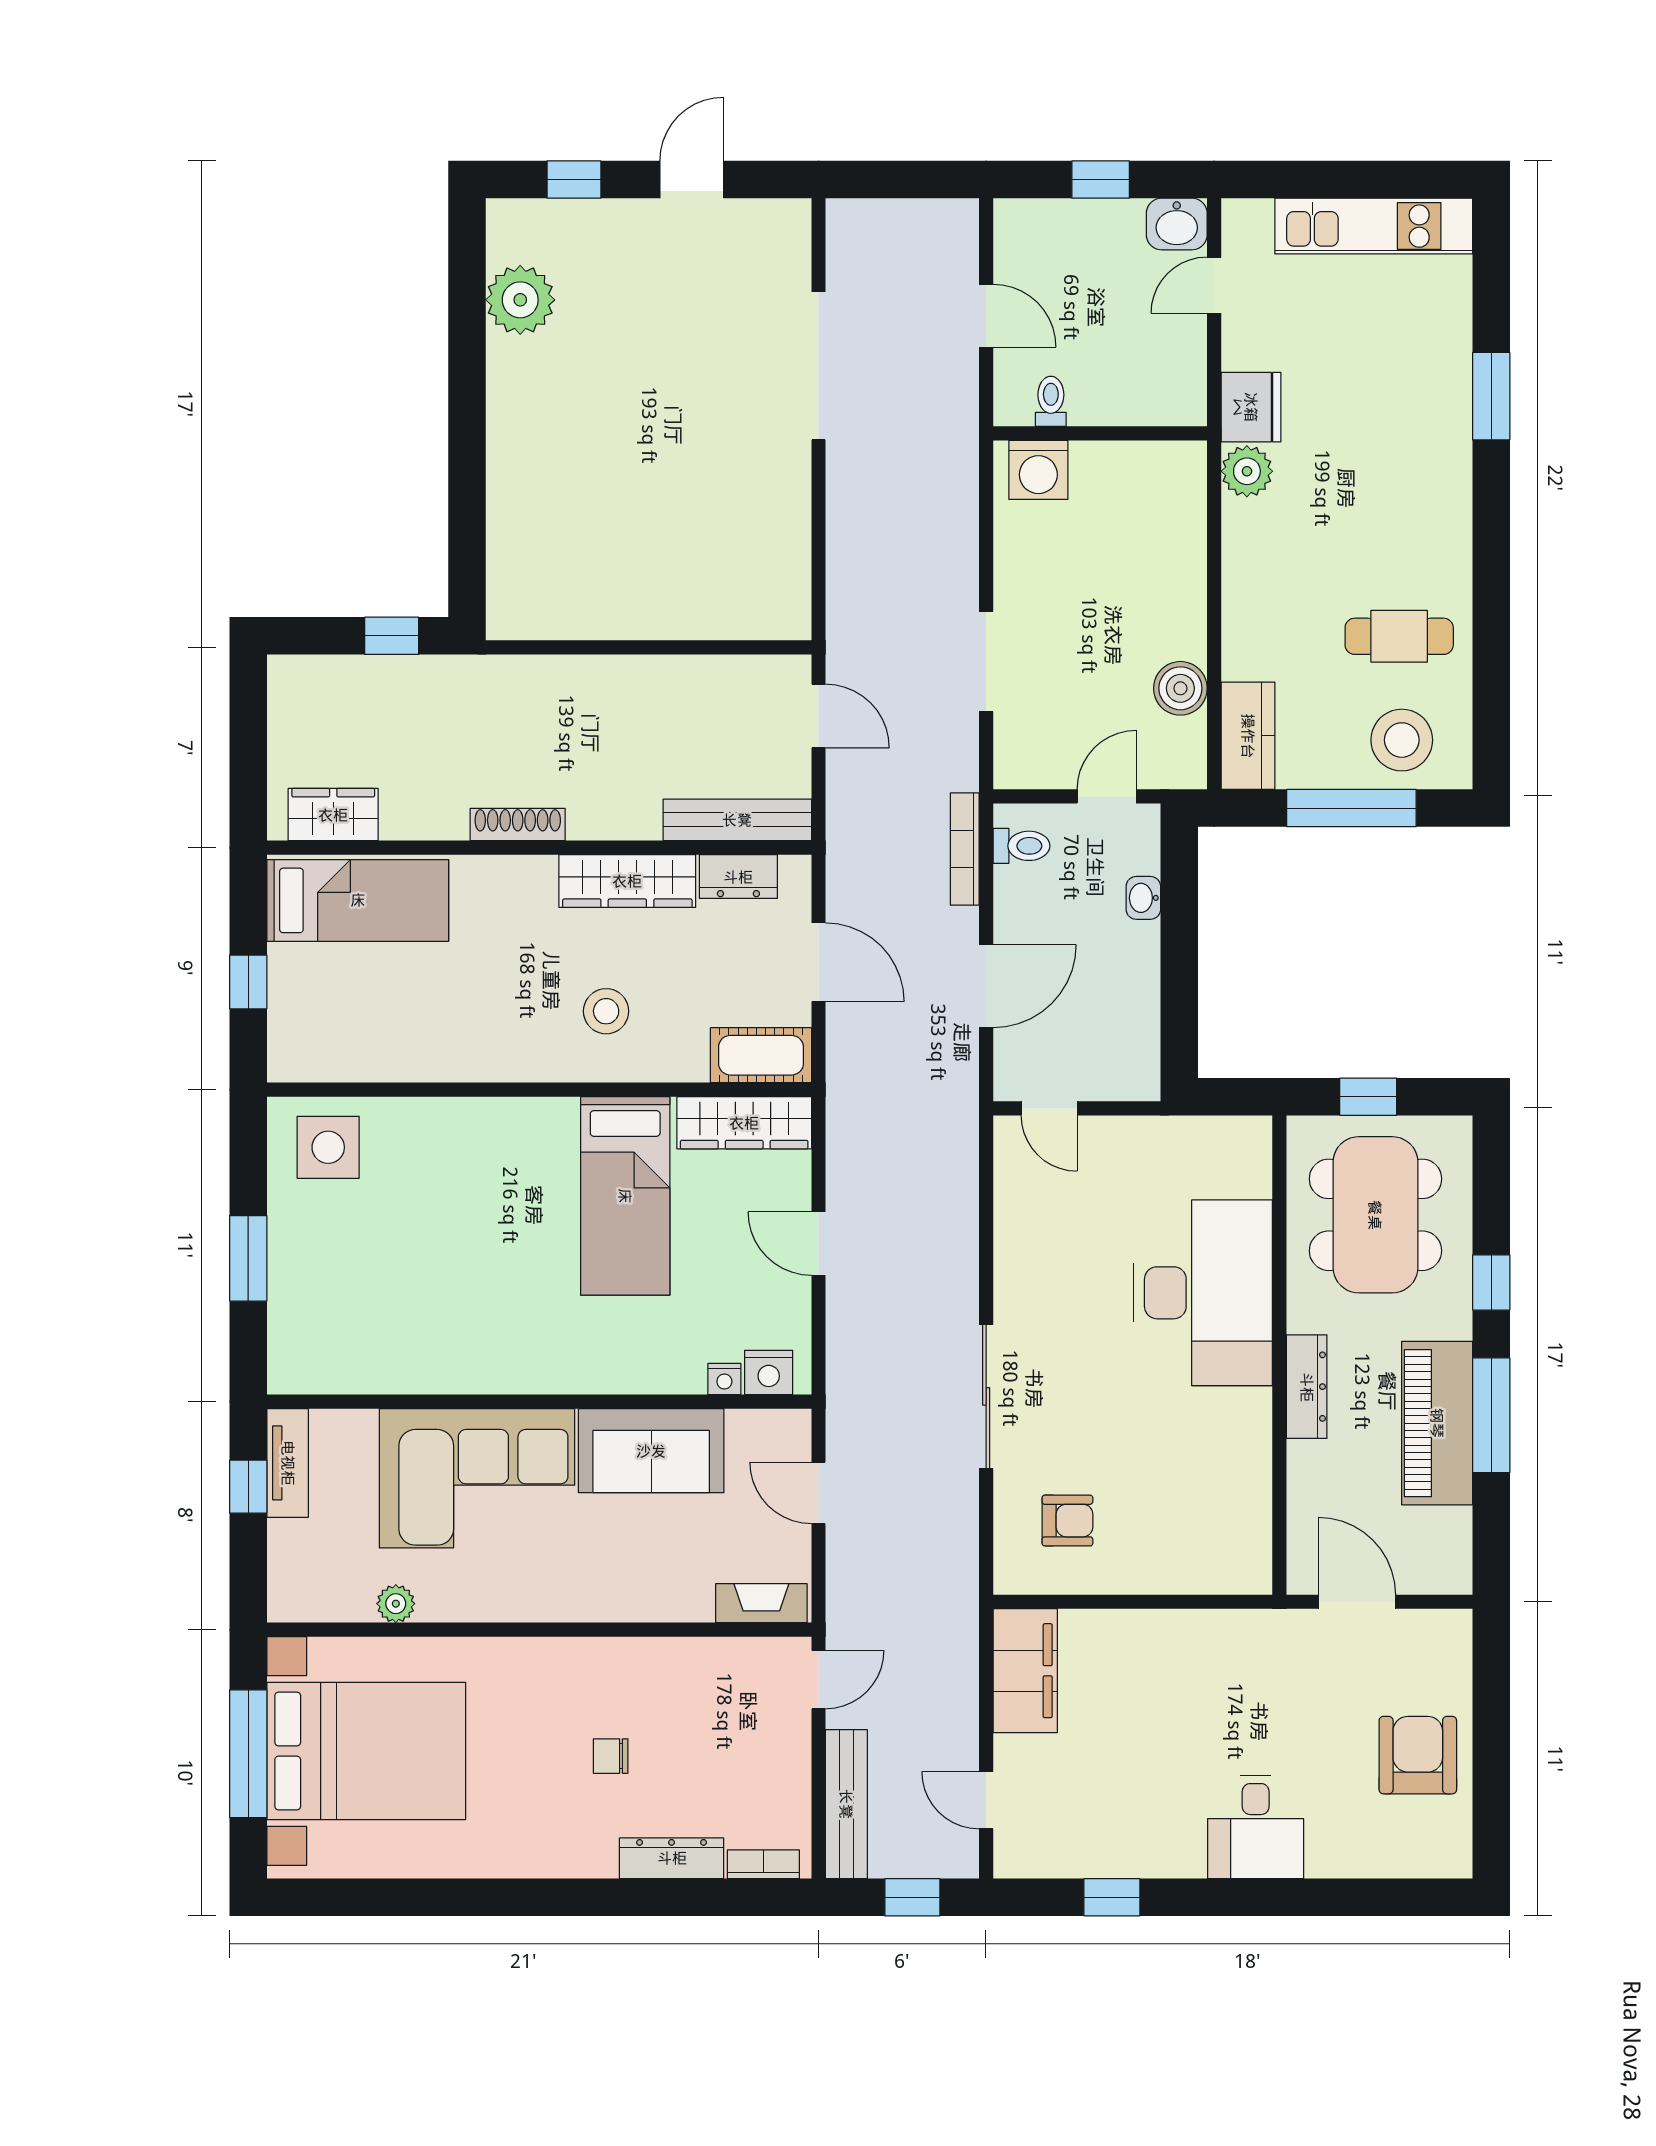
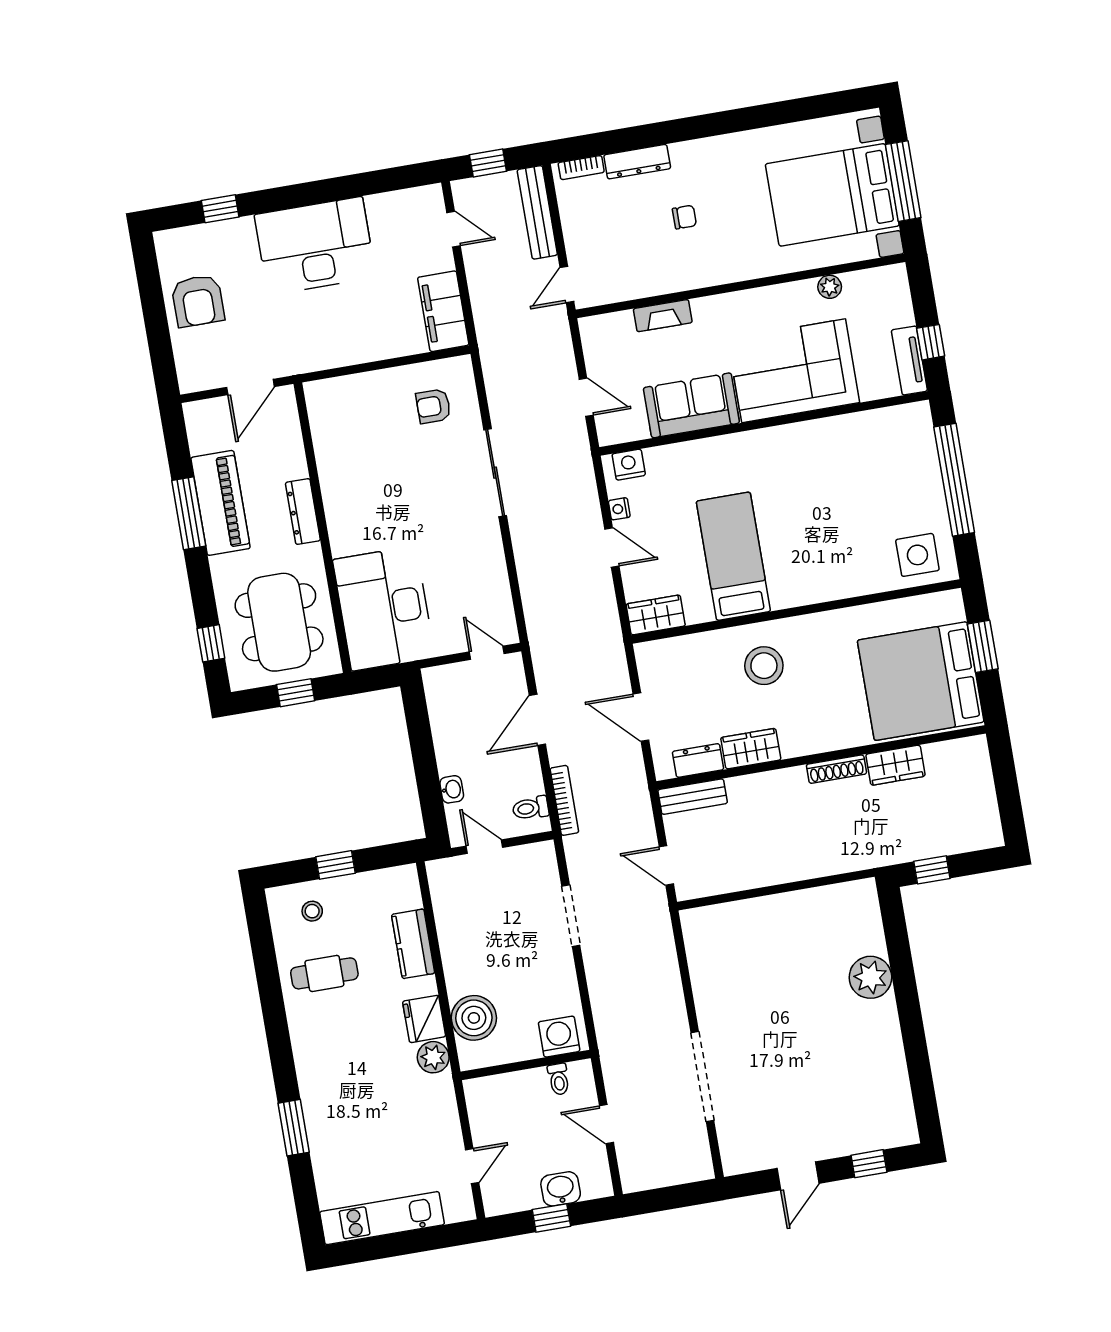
washbasin: (1177, 224) -> (561, 1189), moved
plant: (520, 300) -> (870, 977), moved
fridge: (1251, 407) -> (424, 1019), moved
boiler: (1180, 688) -> (474, 1018), moved, width x1.37, depth x1.37
kitchen counter: (1248, 736) -> (413, 944), moved
stool: (1402, 740) -> (312, 911), width x0.53, depth x0.53
door: (1107, 796) -> (484, 847), swing flipped
window: (1351, 808) -> (335, 865), width x0.46
wardrobe: (333, 815) -> (895, 765), moved
bench: (737, 820) -> (693, 797), width x0.73
wardrobe: (627, 881) -> (751, 749), width x0.67
bed: (358, 900) -> (921, 681), width x2.04
window: (248, 982) -> (983, 646), width x1.50
stool: (606, 1011) -> (764, 666), width x1.38, depth x1.38
cot: (761, 1055) -> (666, 655), removed
wardrobe: (744, 1123) -> (656, 615), width x0.67
window: (248, 1258) -> (954, 480), width x2.11
window: (1491, 1282) -> (211, 643), moved
desk: (1203, 1293) -> (384, 608), moved
nightstand: (724, 1379) -> (619, 509), moved, turned -90
door: (1357, 1602) -> (250, 387), hinge flipped
fireplace: (761, 1603) -> (663, 316), moved
desk: (1256, 1827) -> (315, 246), width x1.87, depth x1.30
window: (1112, 1897) -> (220, 209), moved

